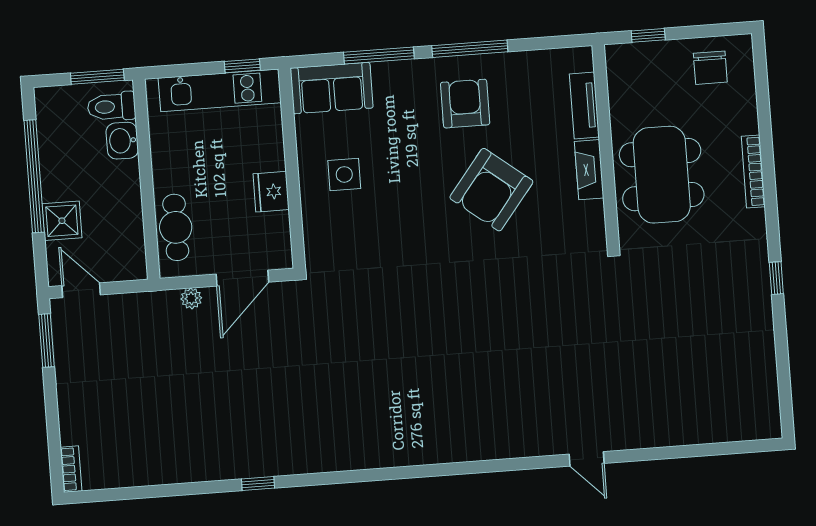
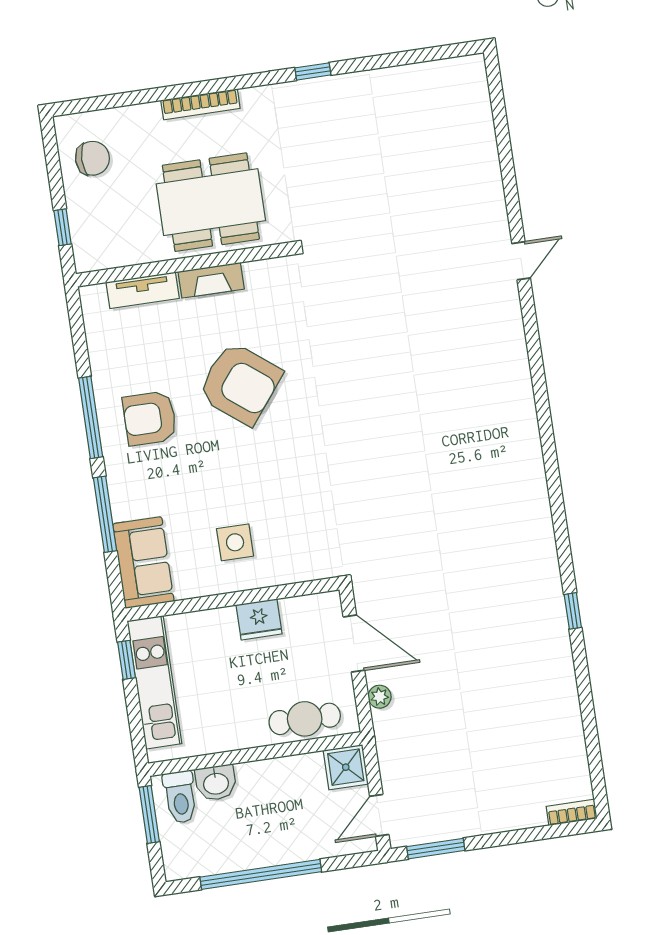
shower: (62, 221) -> (346, 767), moved

